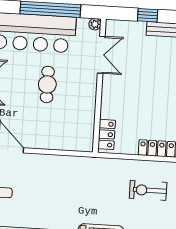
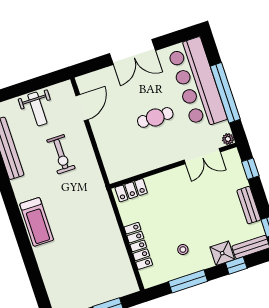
window: (148, 15) -> (250, 169), moved
exercise bike: (148, 190) -> (61, 154), moved, turned 180

